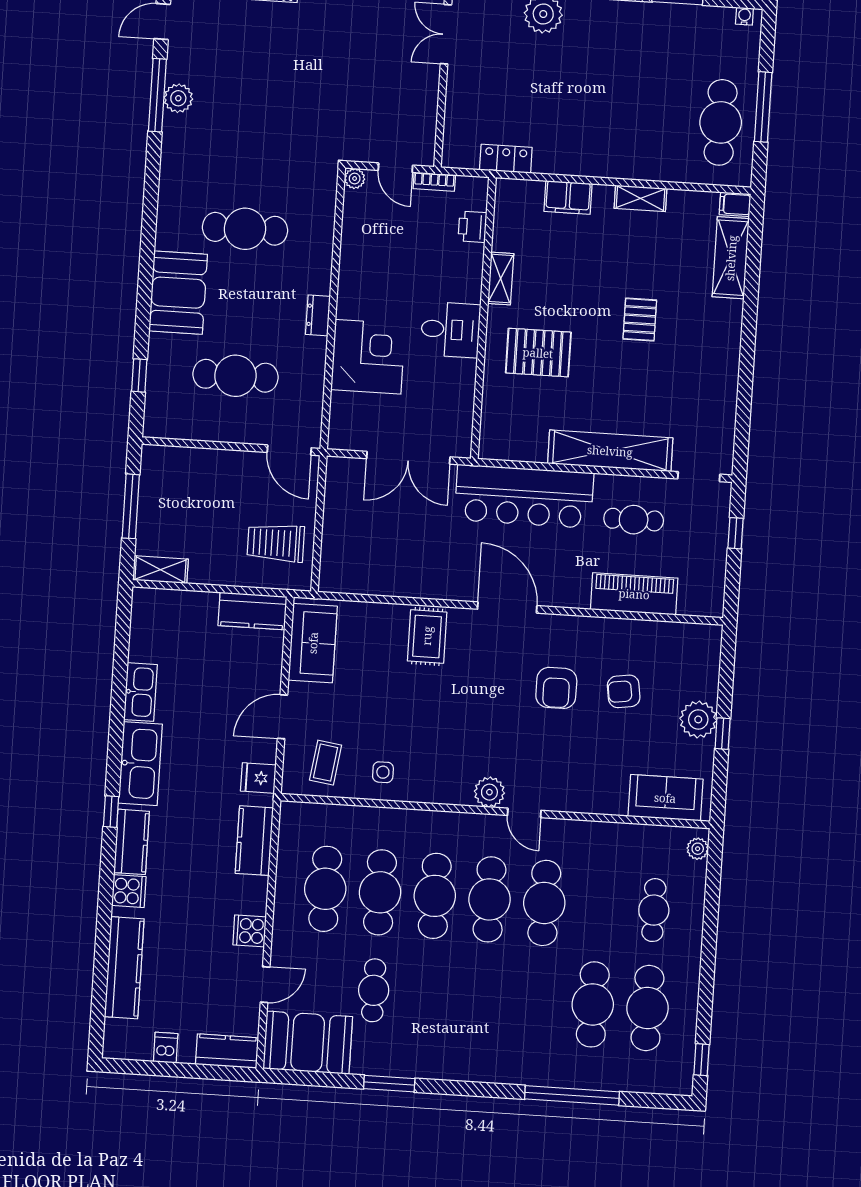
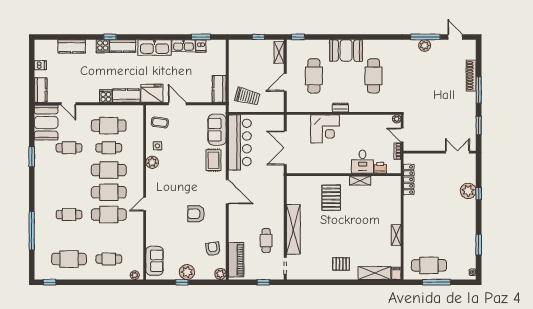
locker: (506, 159) -> (409, 180), width x1.53
door: (395, 168) -> (402, 135), hinge flipped
filing cabinet: (568, 198) -> (395, 206), removed
pallet: (640, 320) -> (341, 264), moved
desk: (450, 330) -> (362, 162), moved
window: (139, 375) -> (298, 37), moved
door: (289, 450) -> (285, 82), moved
bar counter: (524, 496) -> (240, 142), moved, turned 180
window: (131, 506) -> (258, 37), width x0.46
trolley: (276, 543) -> (247, 97), turned 105
shelving: (160, 570) -> (279, 52), moved
piano: (634, 594) -> (236, 260), moved
door: (507, 607) -> (227, 192), hinge flipped
rug: (427, 636) -> (213, 160), turned 90
plant: (708, 637) -> (220, 274), added
sofa: (313, 643) -> (217, 130), moved, turned 90
window: (122, 648) -> (201, 37), added
dishwasher: (144, 649) -> (201, 46), added
armchair: (624, 691) -> (213, 249), moved
fridge: (258, 778) -> (152, 93), width x1.88, depth x1.34
plant: (489, 792) -> (152, 162), moved
window: (111, 812) -> (110, 37), moved
cafe table: (380, 892) -> (109, 148), width x0.73, depth x0.74
cooker: (250, 931) -> (106, 96), moved
kitchen counter: (124, 968) -> (72, 46), width x0.67
cafe table: (593, 1004) -> (69, 215), moved, width x0.73, depth x0.74

